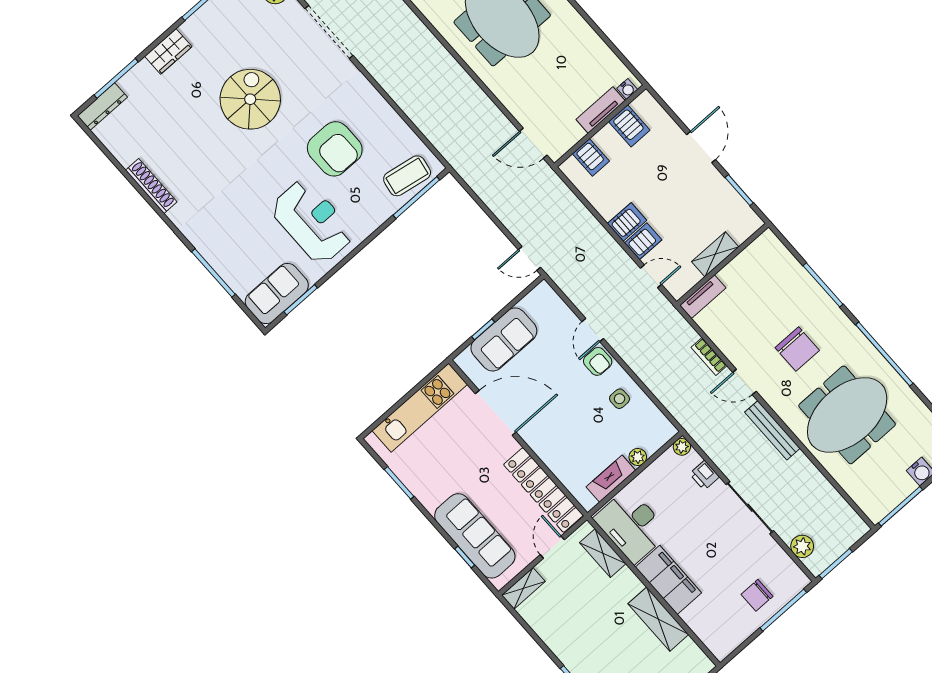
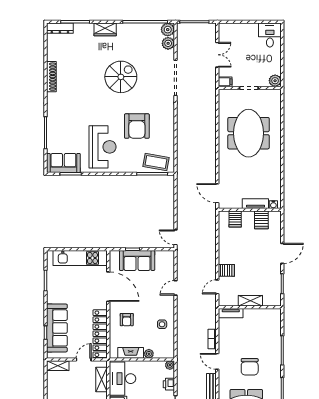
server rack: (627, 222) -> (227, 257), removed
door: (651, 276) -> (217, 287), swing flipped
armchair: (598, 361) -> (127, 320), moved

